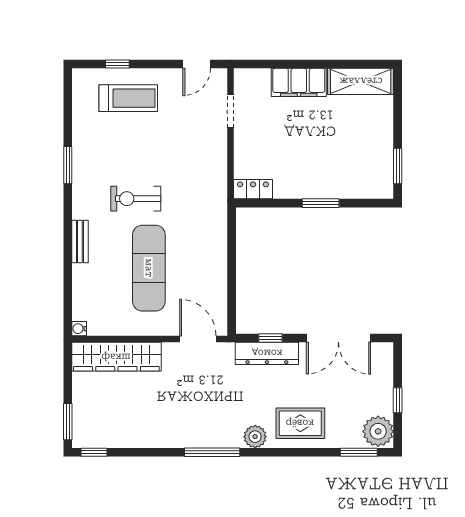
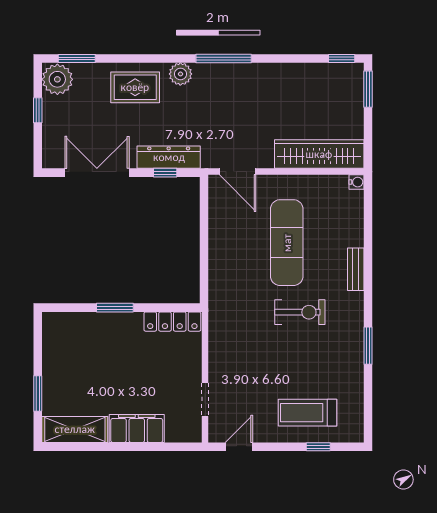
window: (398, 166) -> (38, 393), moved
locker: (253, 189) -> (172, 322), width x1.53

